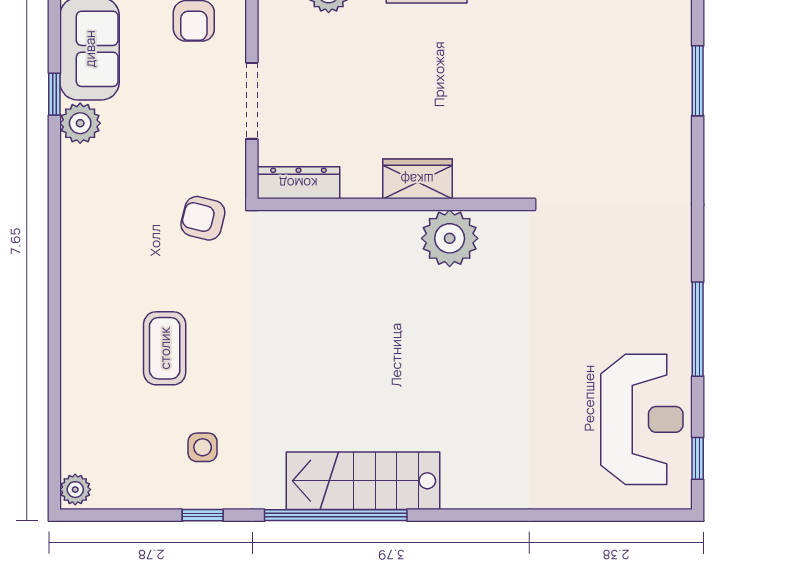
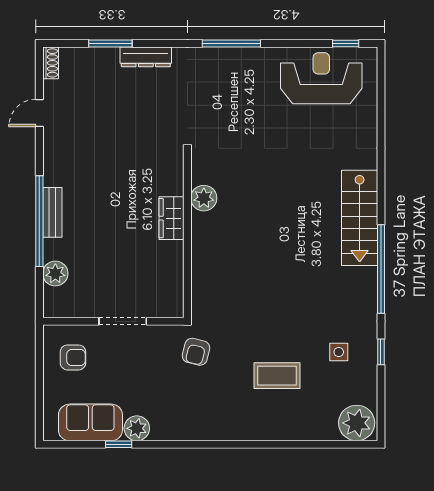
dresser: (298, 183) -> (146, 57), moved, turned -90
plant: (450, 238) -> (204, 198), width x0.73, depth x0.73
window: (698, 329) -> (231, 43), moved
stairs: (363, 481) -> (360, 218), moved
plant: (75, 490) -> (357, 423), width x1.88, depth x1.88

